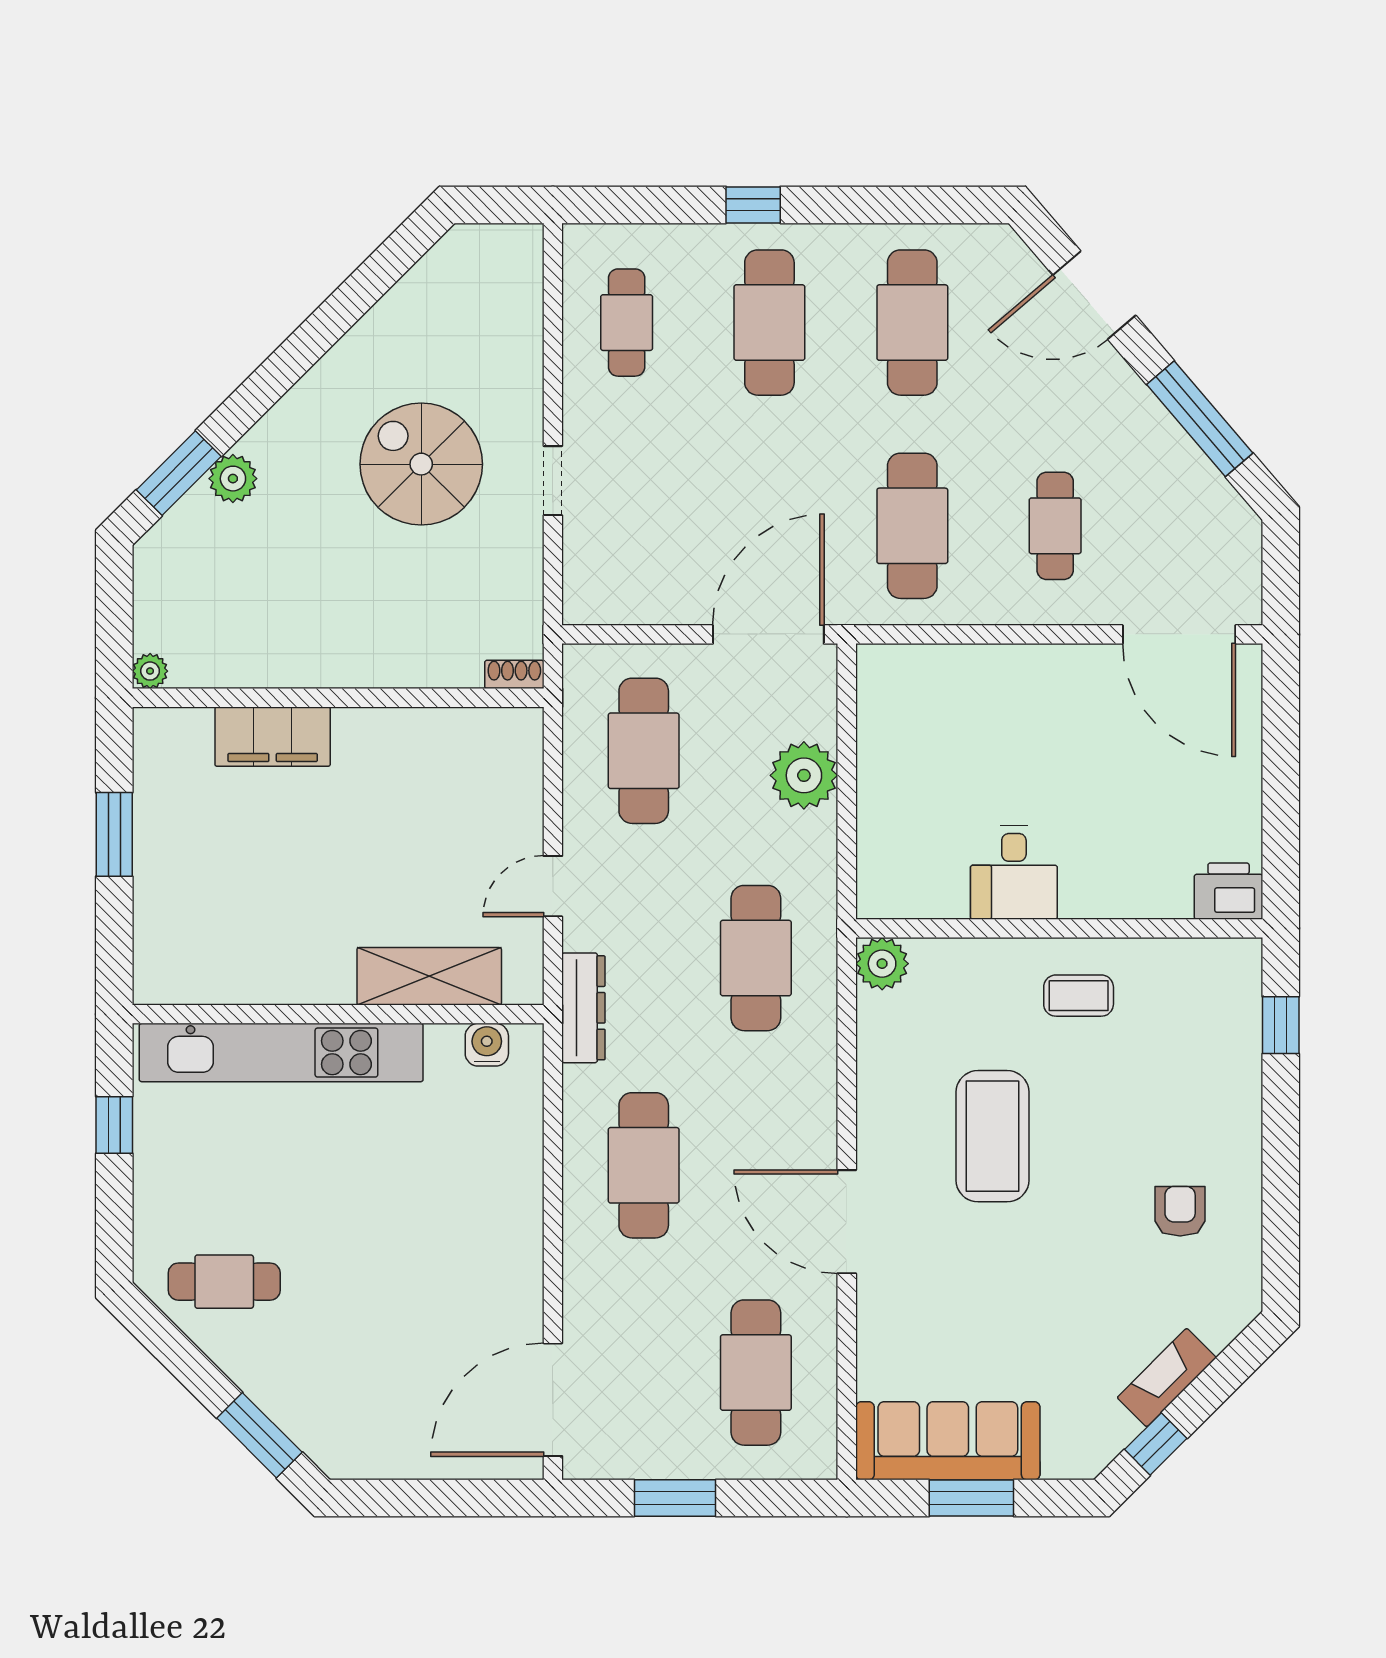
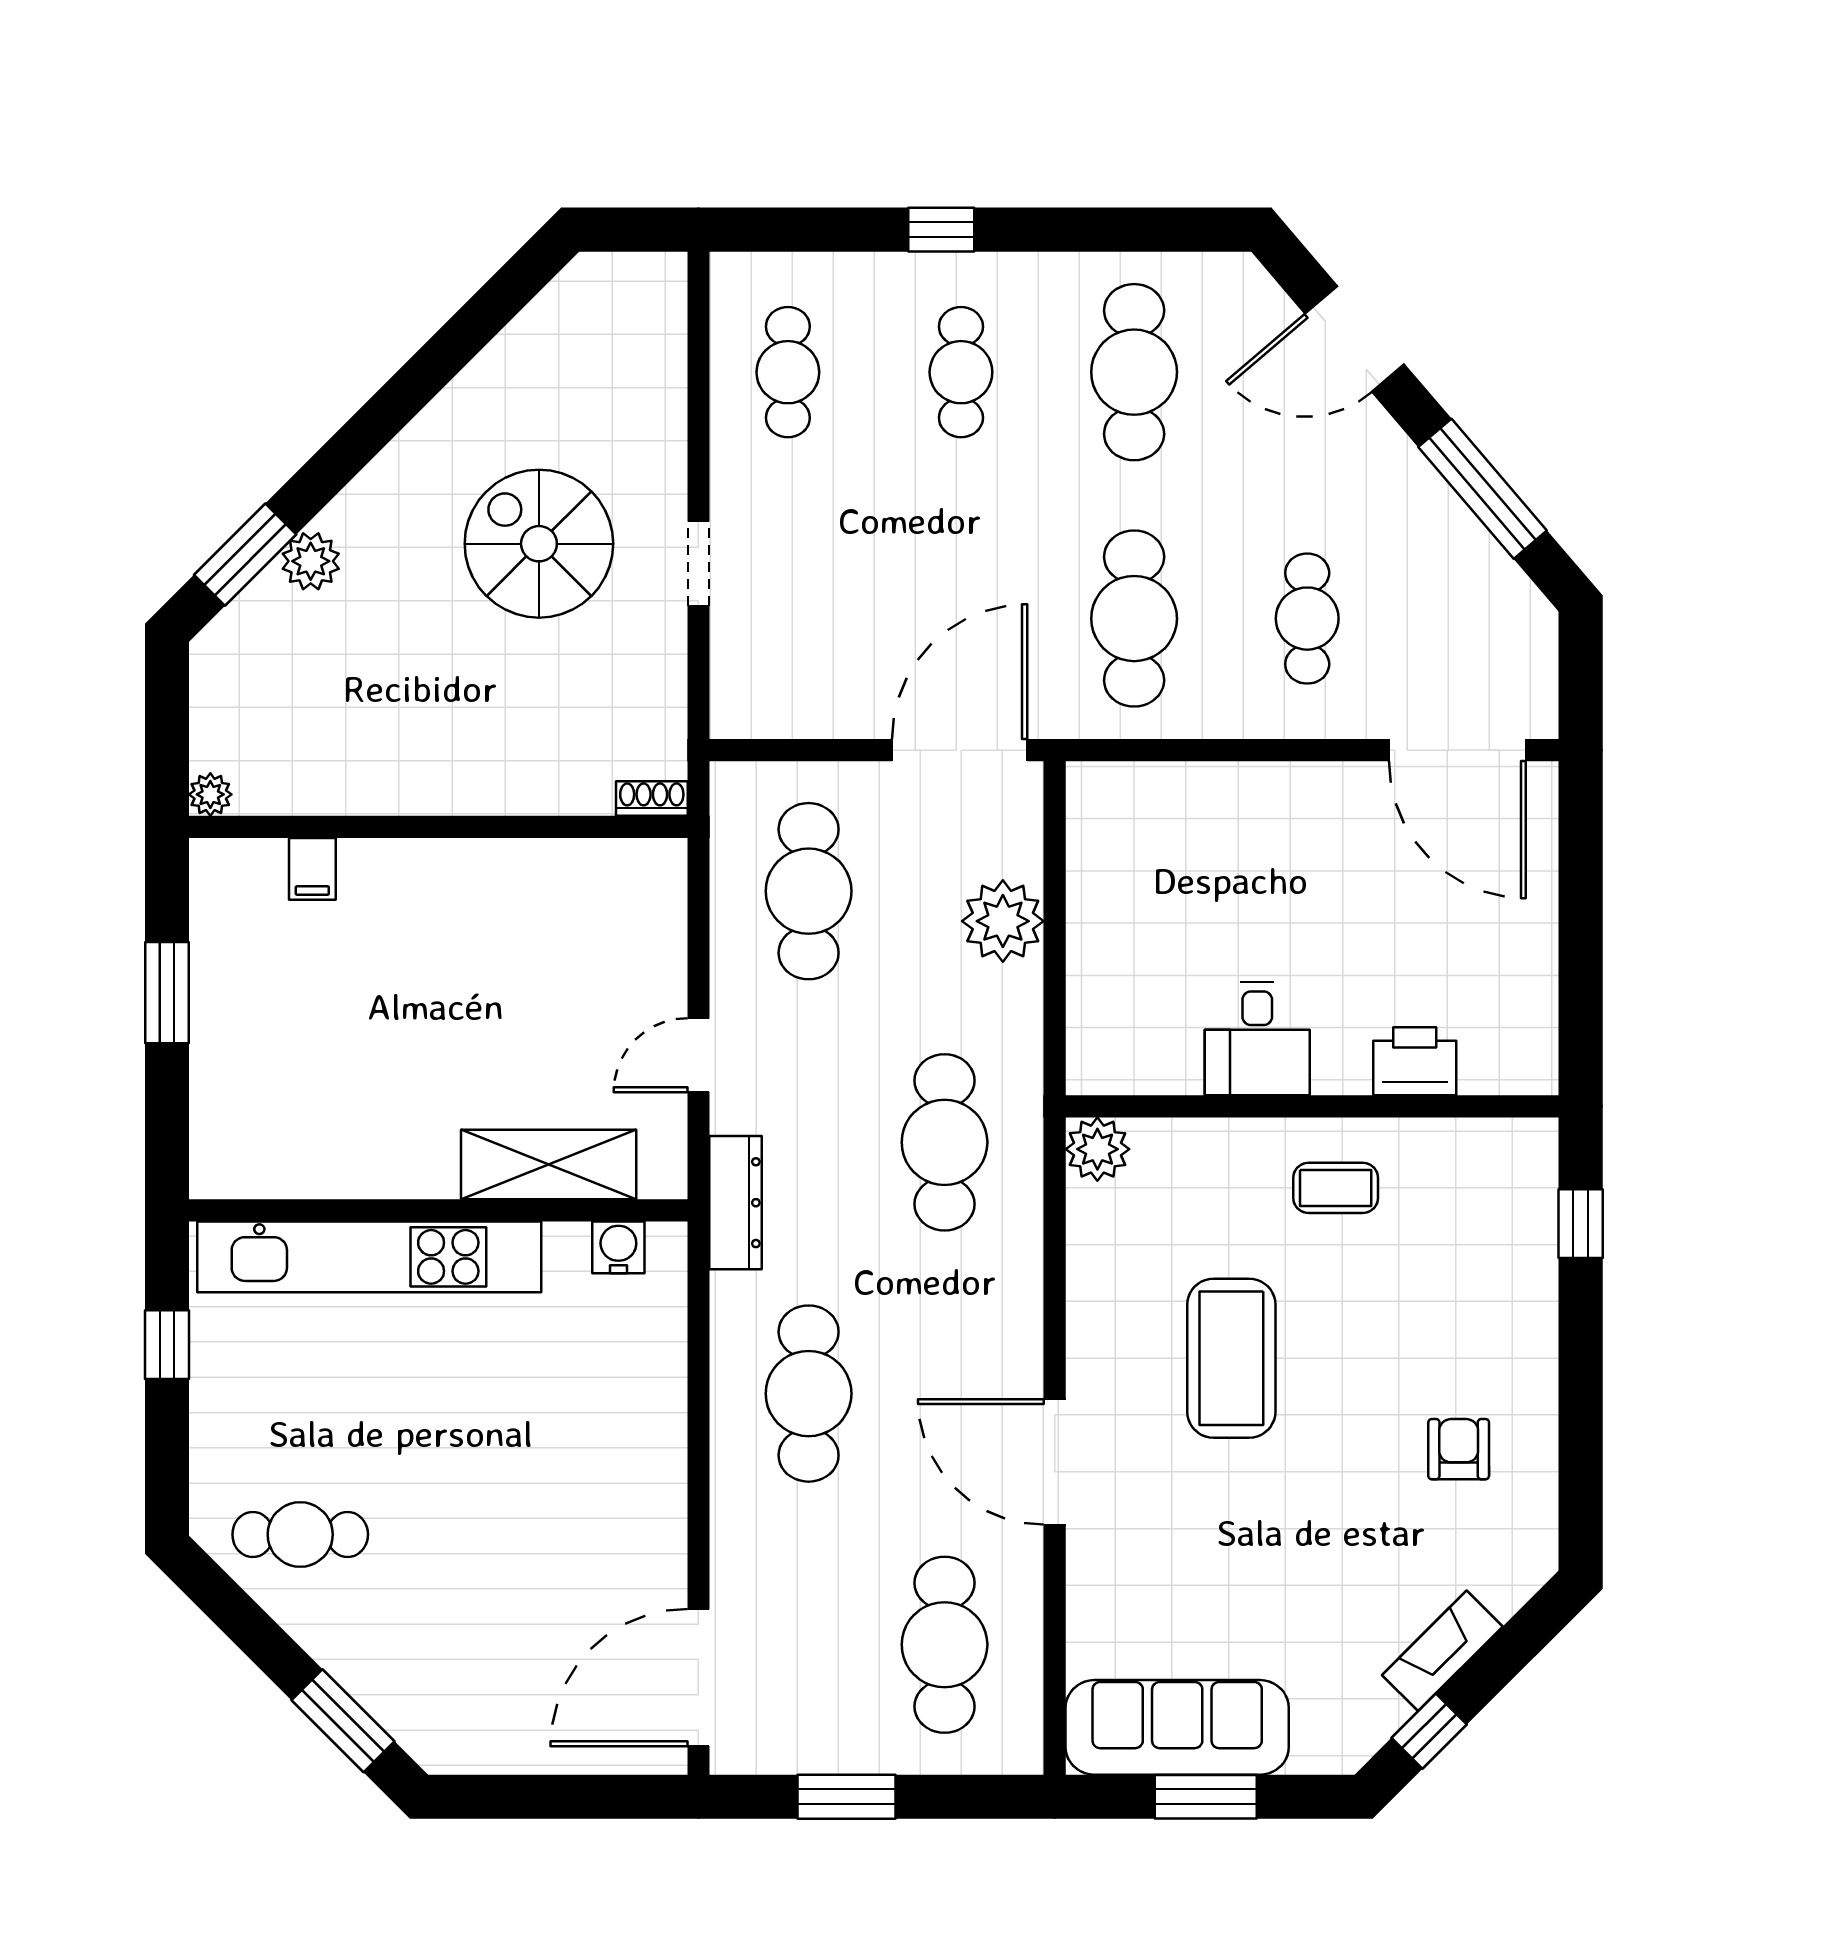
cafe table: (769, 323) -> (961, 372), width x0.73, depth x0.74
filing cabinet: (273, 737) -> (312, 869), width x0.33, depth x0.86
printer: (1229, 891) -> (1415, 1061), moved

